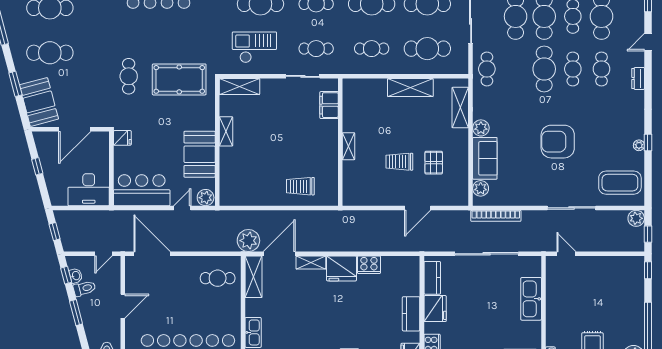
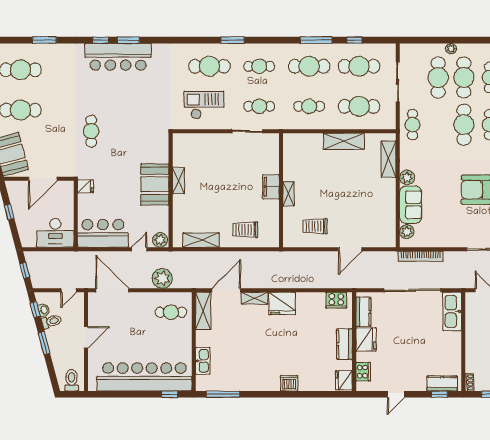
pool table: (179, 79) -> (137, 134), removed
shelving: (240, 87) -> (201, 240), moved
filing cabinet: (329, 105) -> (271, 187), moved
booth: (200, 154) -> (155, 184), moved
trolley: (399, 162) -> (315, 226), moved
pallet: (434, 163) -> (365, 209), removed
plant: (248, 241) -> (162, 278), moved
cooker: (369, 265) -> (336, 300), moved
kitchen sink: (531, 299) -> (452, 311), moved

